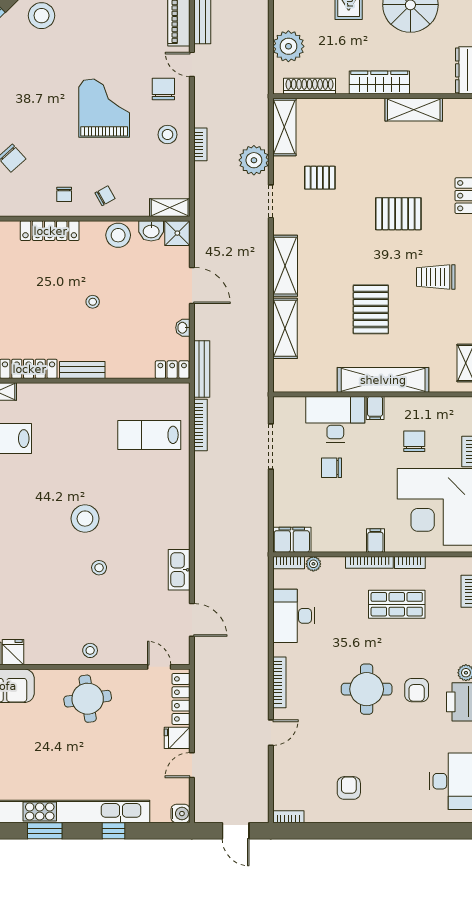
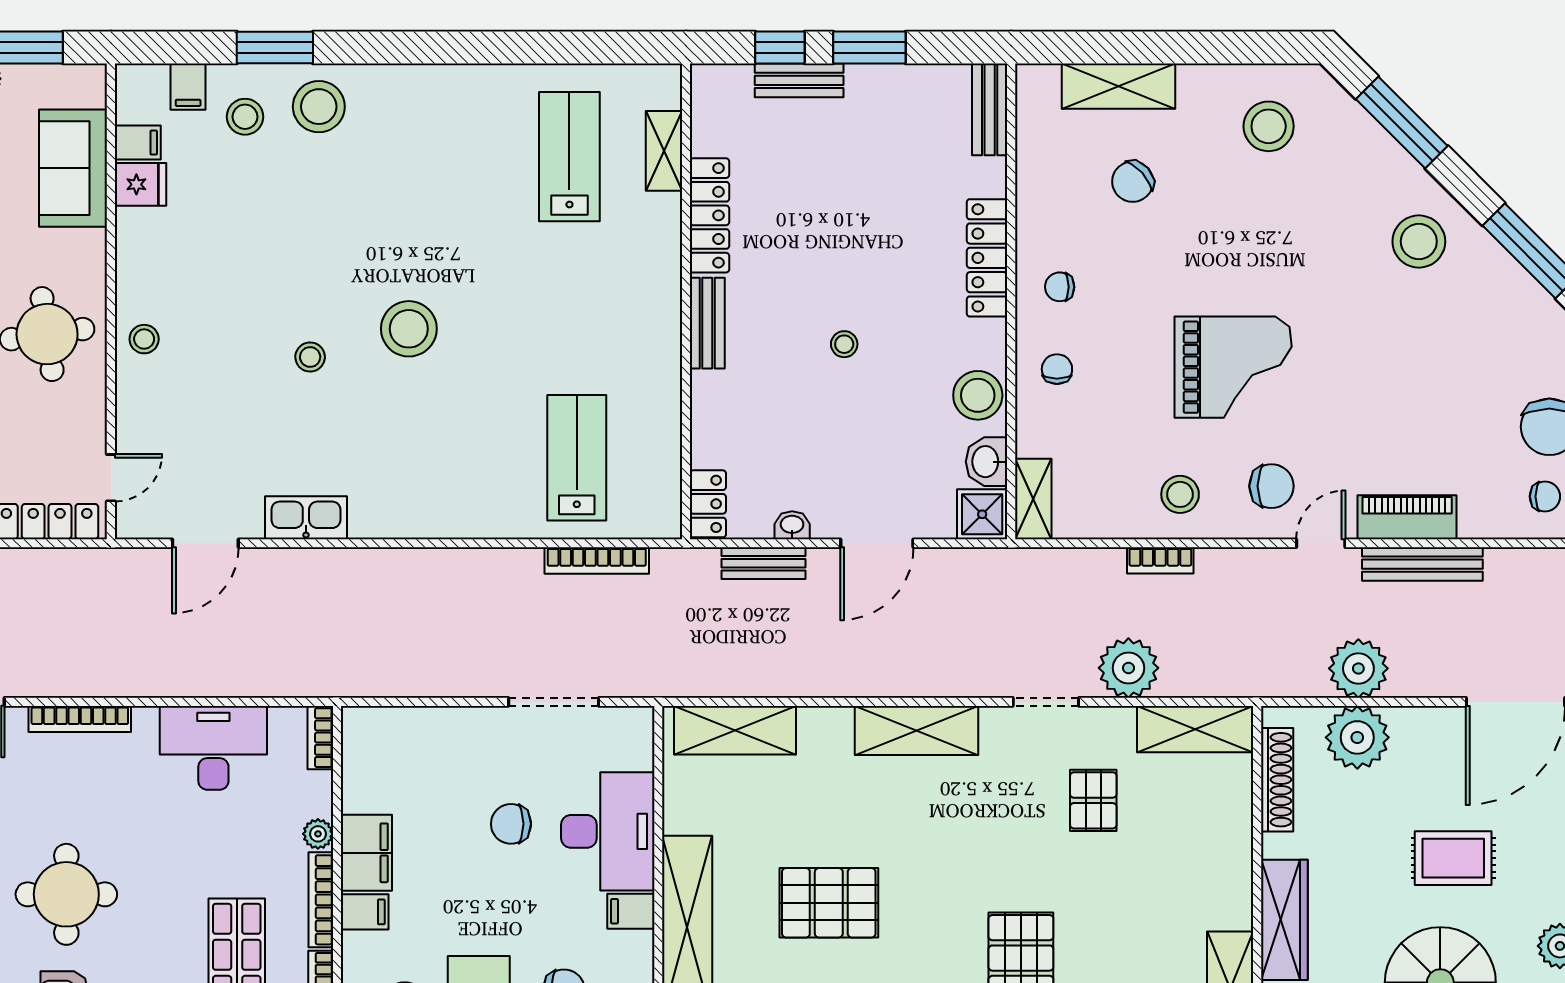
plant: (254, 46) -> (1358, 668), added
chair: (105, 196) -> (1057, 369), turned -151
shelving: (285, 328) -> (735, 730), moved
bench: (202, 369) -> (764, 563), moved, width x0.73
chair: (332, 468) -> (511, 824), turned -90
filing cabinet: (292, 540) -> (366, 853), moved
plant: (313, 564) -> (318, 834), moved

